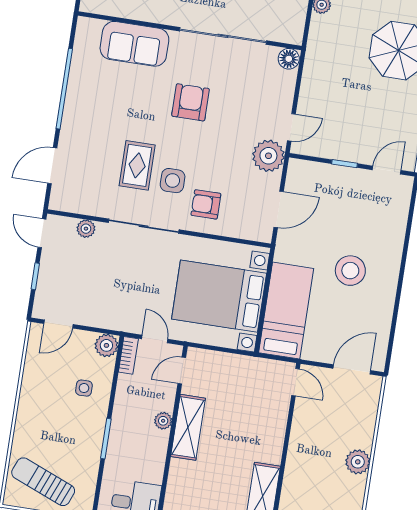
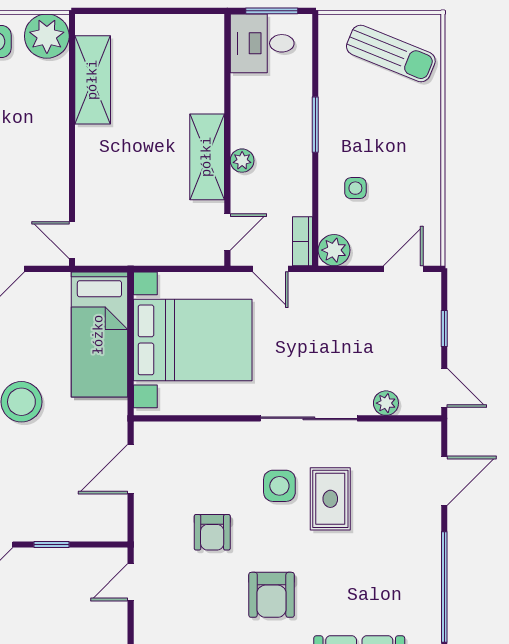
plant: (268, 156) -> (155, 539), removed
armchair: (206, 204) -> (212, 532), moved, turned 90

